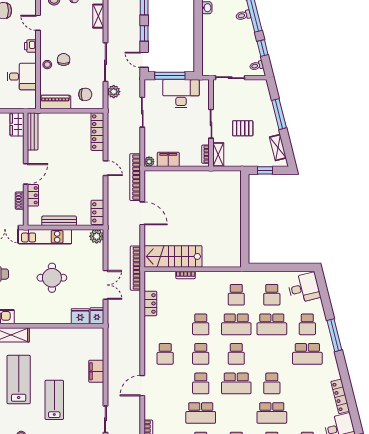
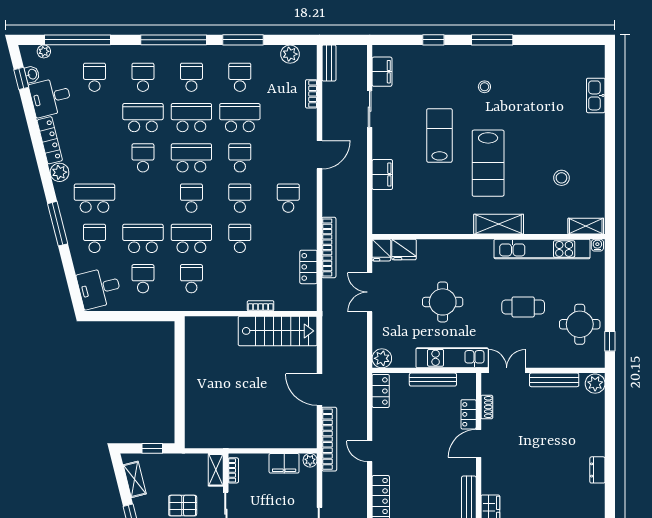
bookcase: (135, 268) -> (329, 247), moved
plant: (333, 373) -> (59, 172), added
lab bench: (54, 400) -> (439, 135), turned 180
school desk: (236, 413) -> (191, 118), added

